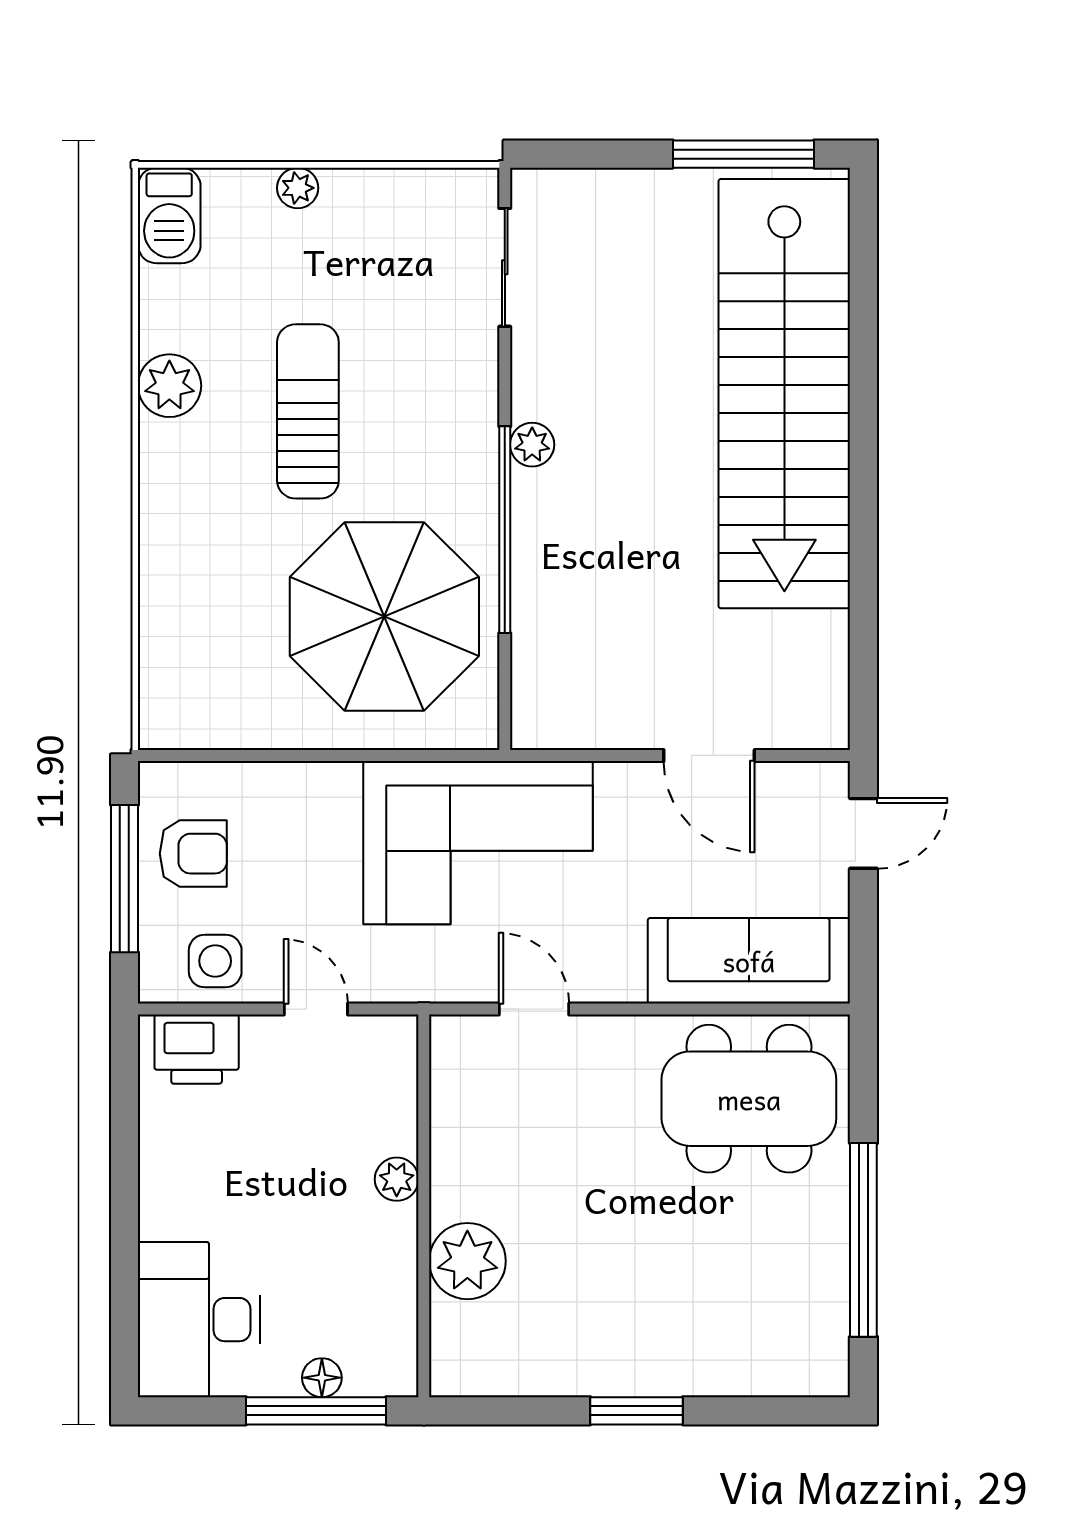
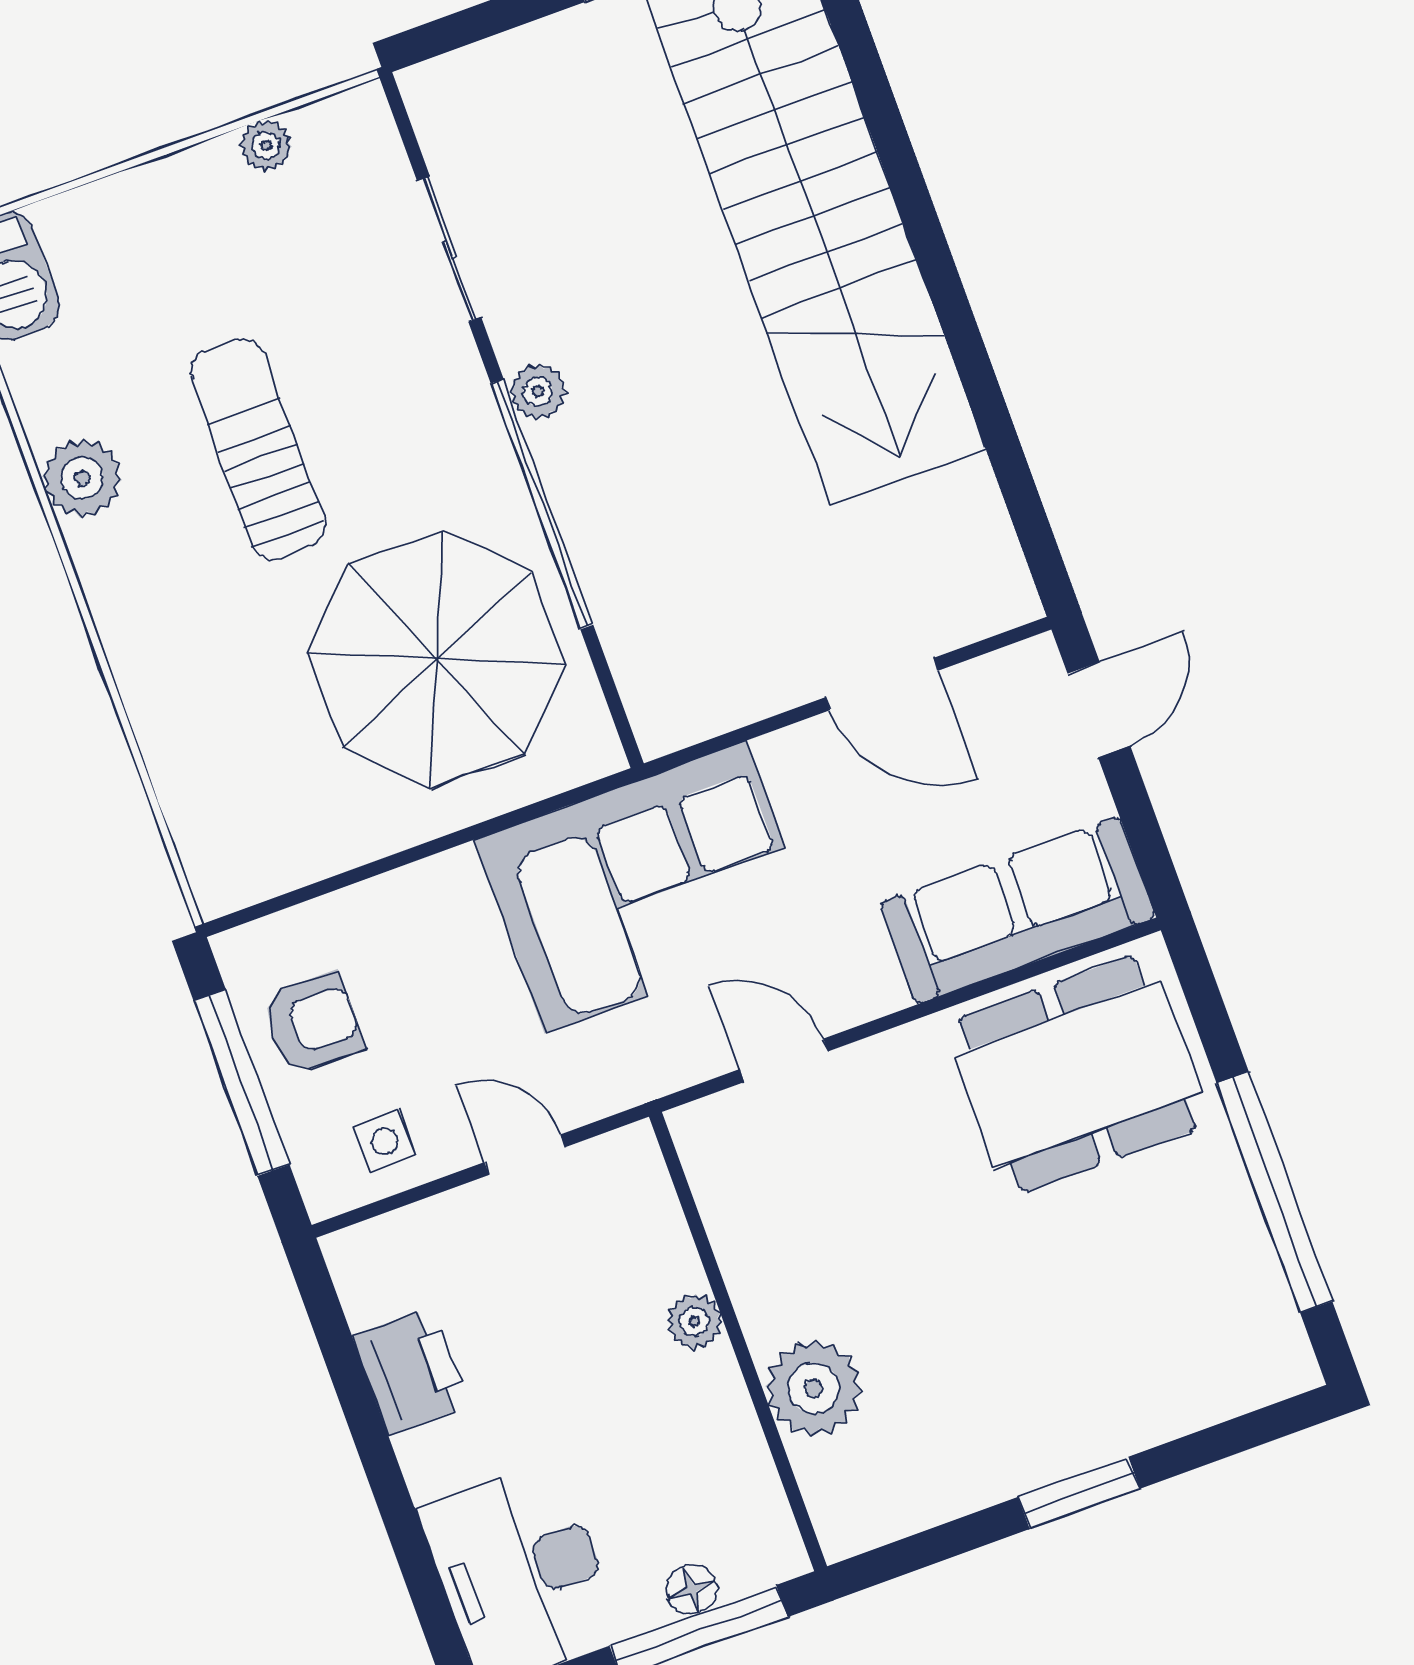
plant: (298, 188) -> (266, 146), moved
sliding door: (505, 267) -> (449, 249), moved
side table: (215, 961) -> (385, 1141), width x0.73, depth x0.73
printer: (197, 1049) -> (411, 1371), moved, turned -90

